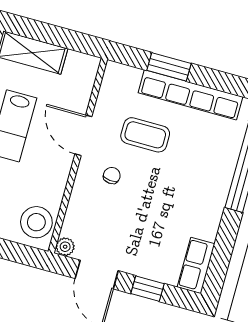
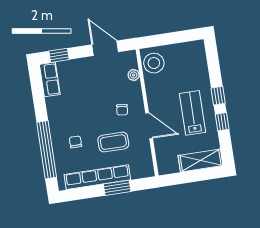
chair: (199, 159) -> (75, 142), added
plant: (65, 247) -> (134, 75), moved
window: (147, 289) -> (59, 55), moved

